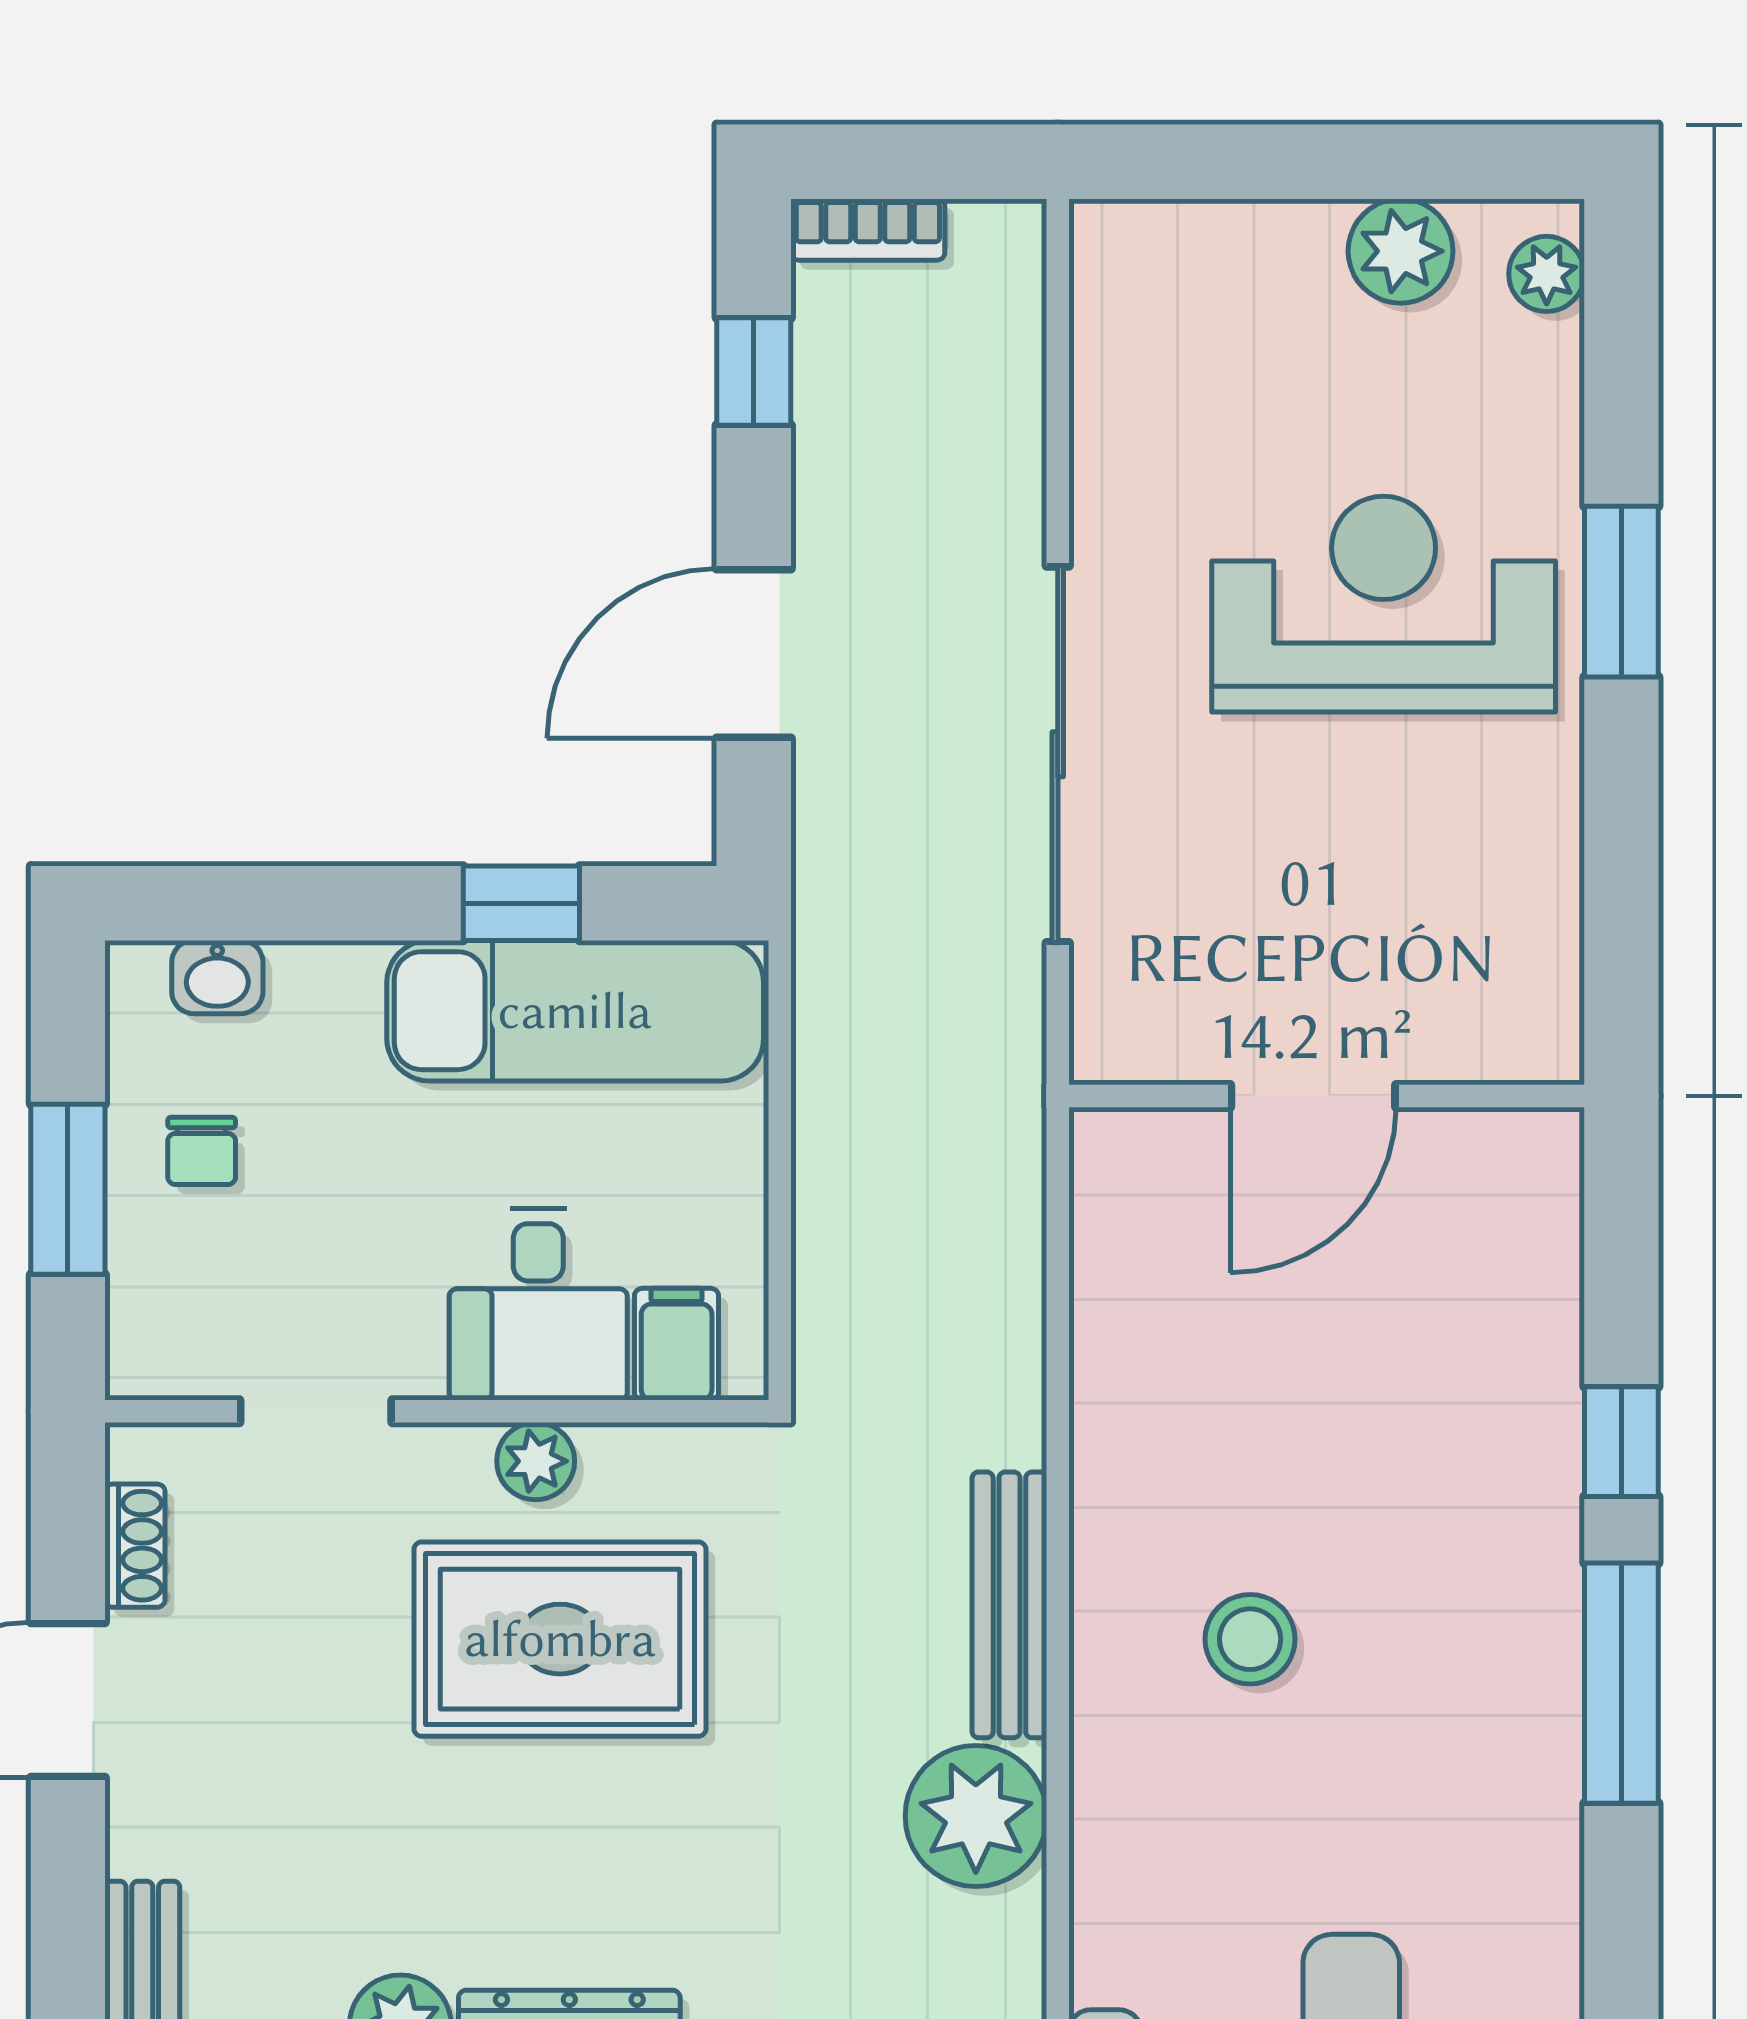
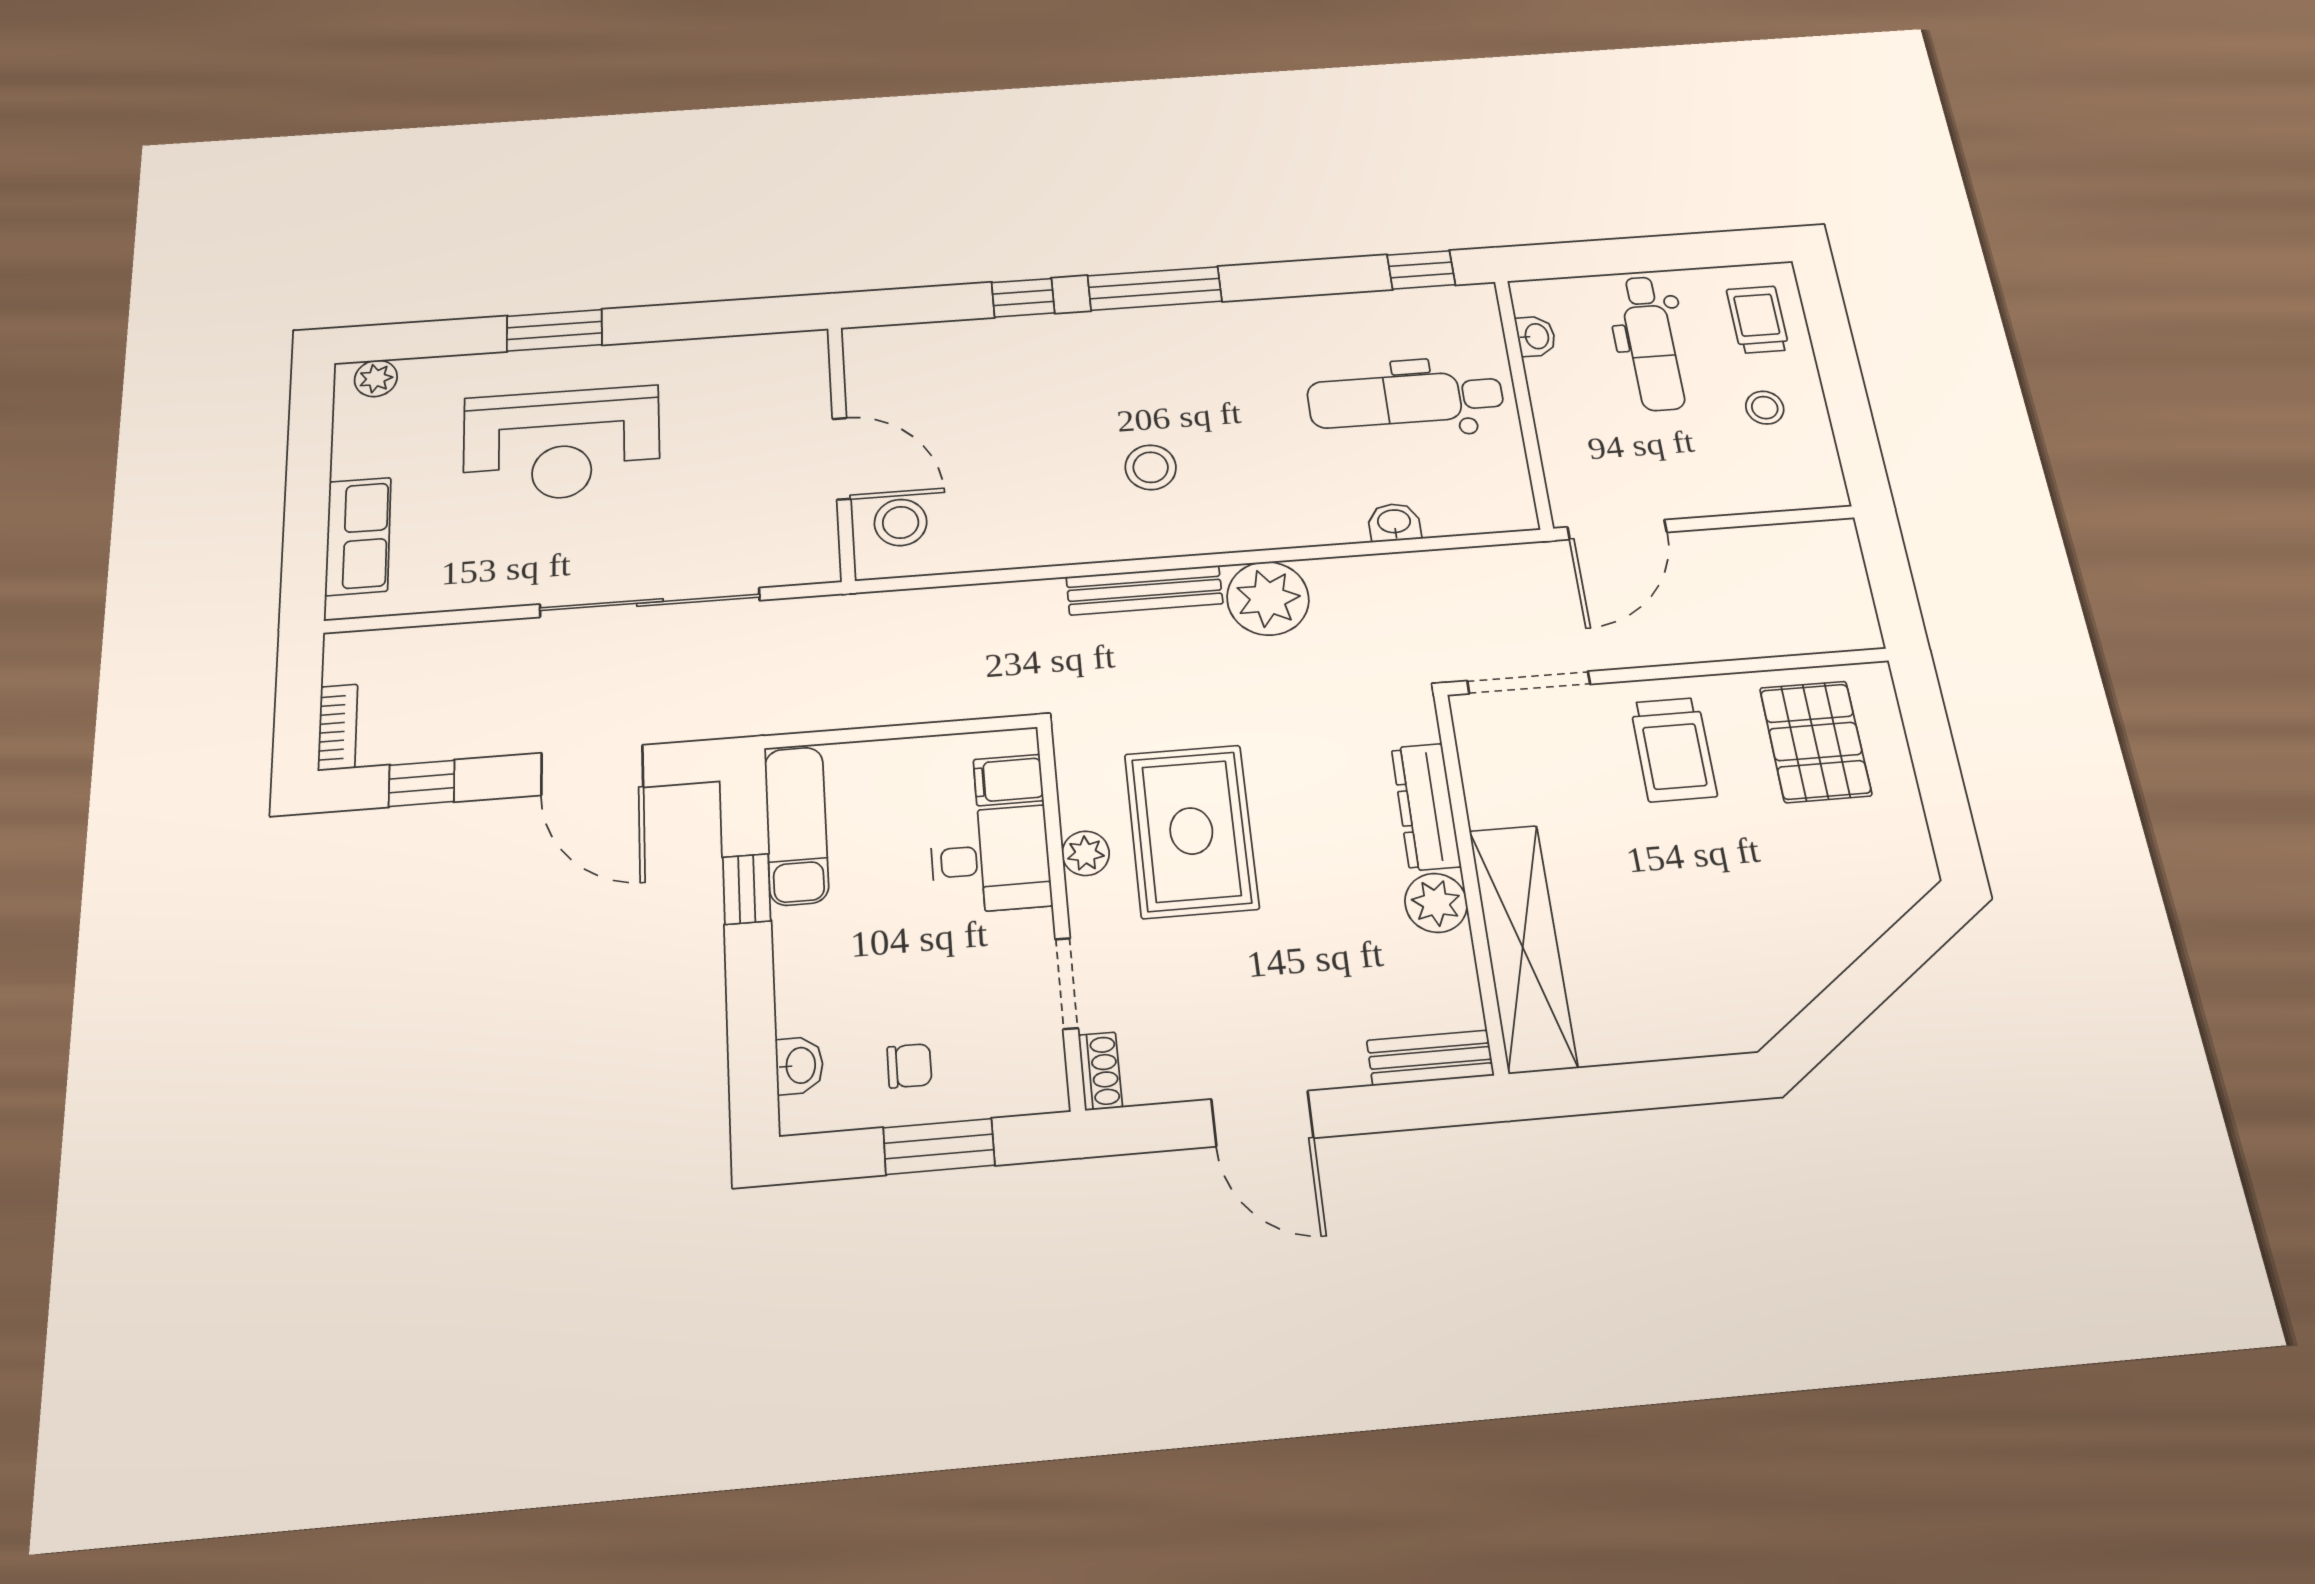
plant: (1401, 251) -> (360, 450), removed
row of seats: (1229, 252) -> (358, 536), added
reception desk: (1384, 604) -> (562, 444), turned -90
exam couch: (575, 1011) -> (796, 826), width x0.73, depth x0.69
stool: (1177, 1192) -> (901, 522), added
shoe rack: (135, 1546) -> (1100, 1071), moved, turned 90

